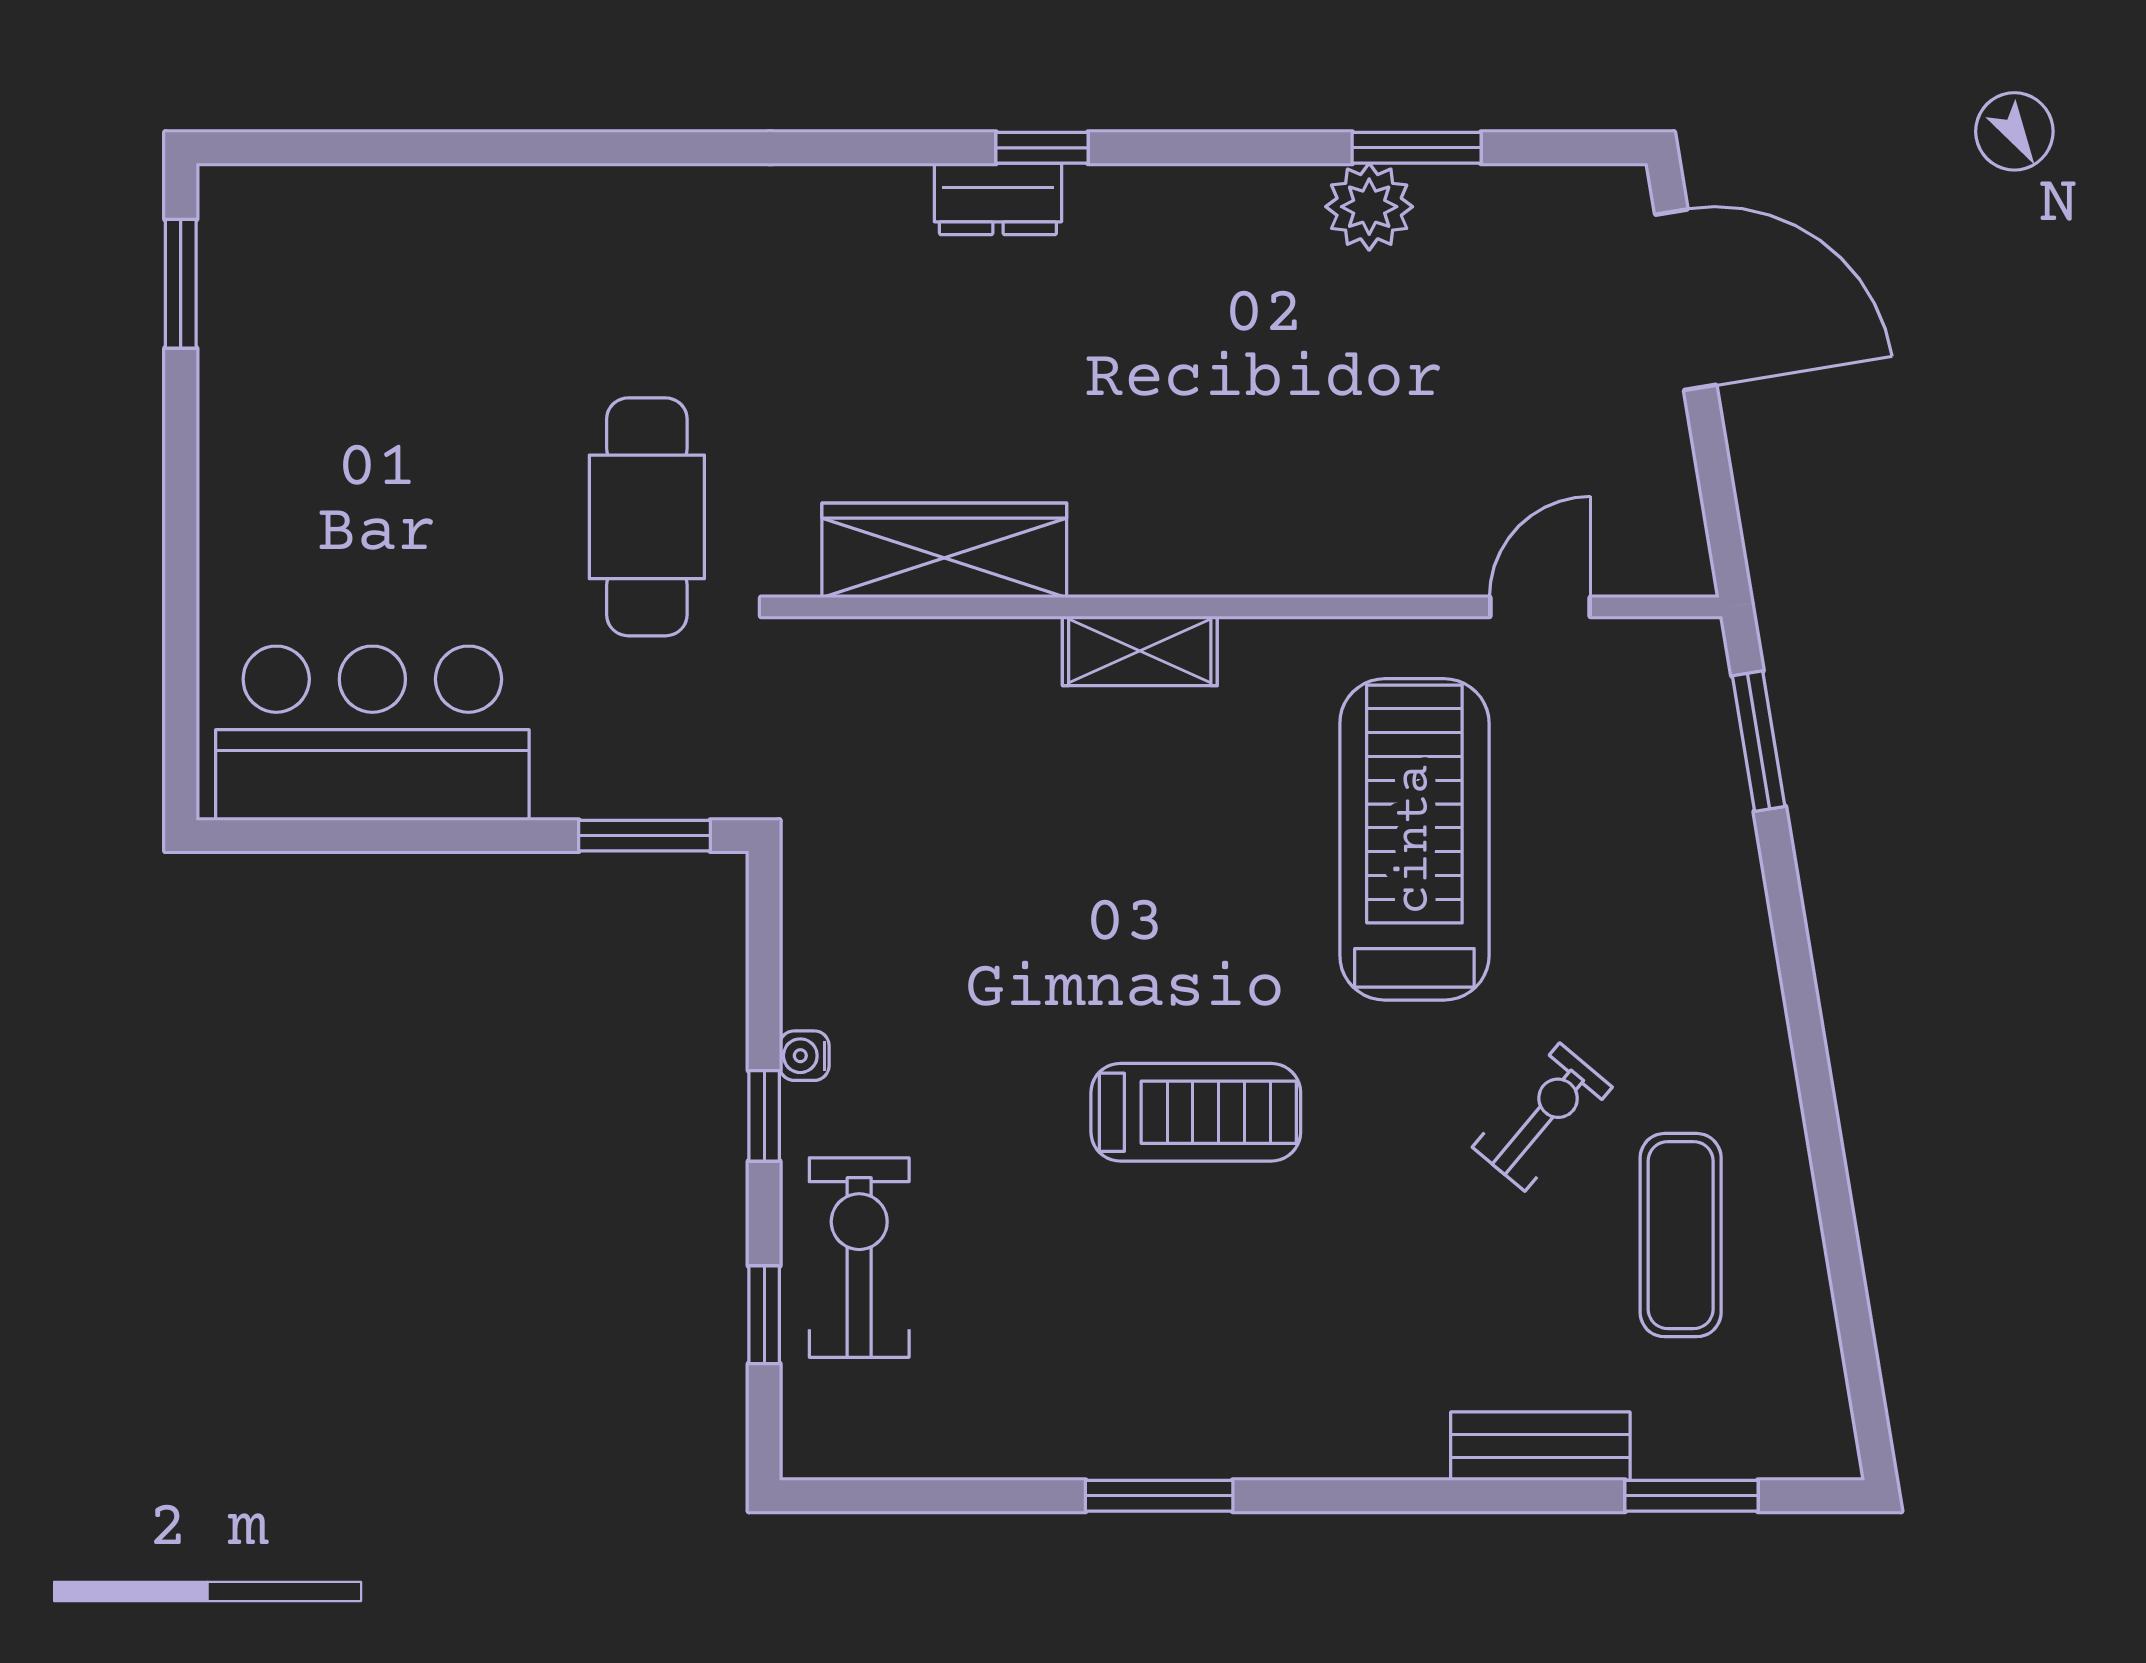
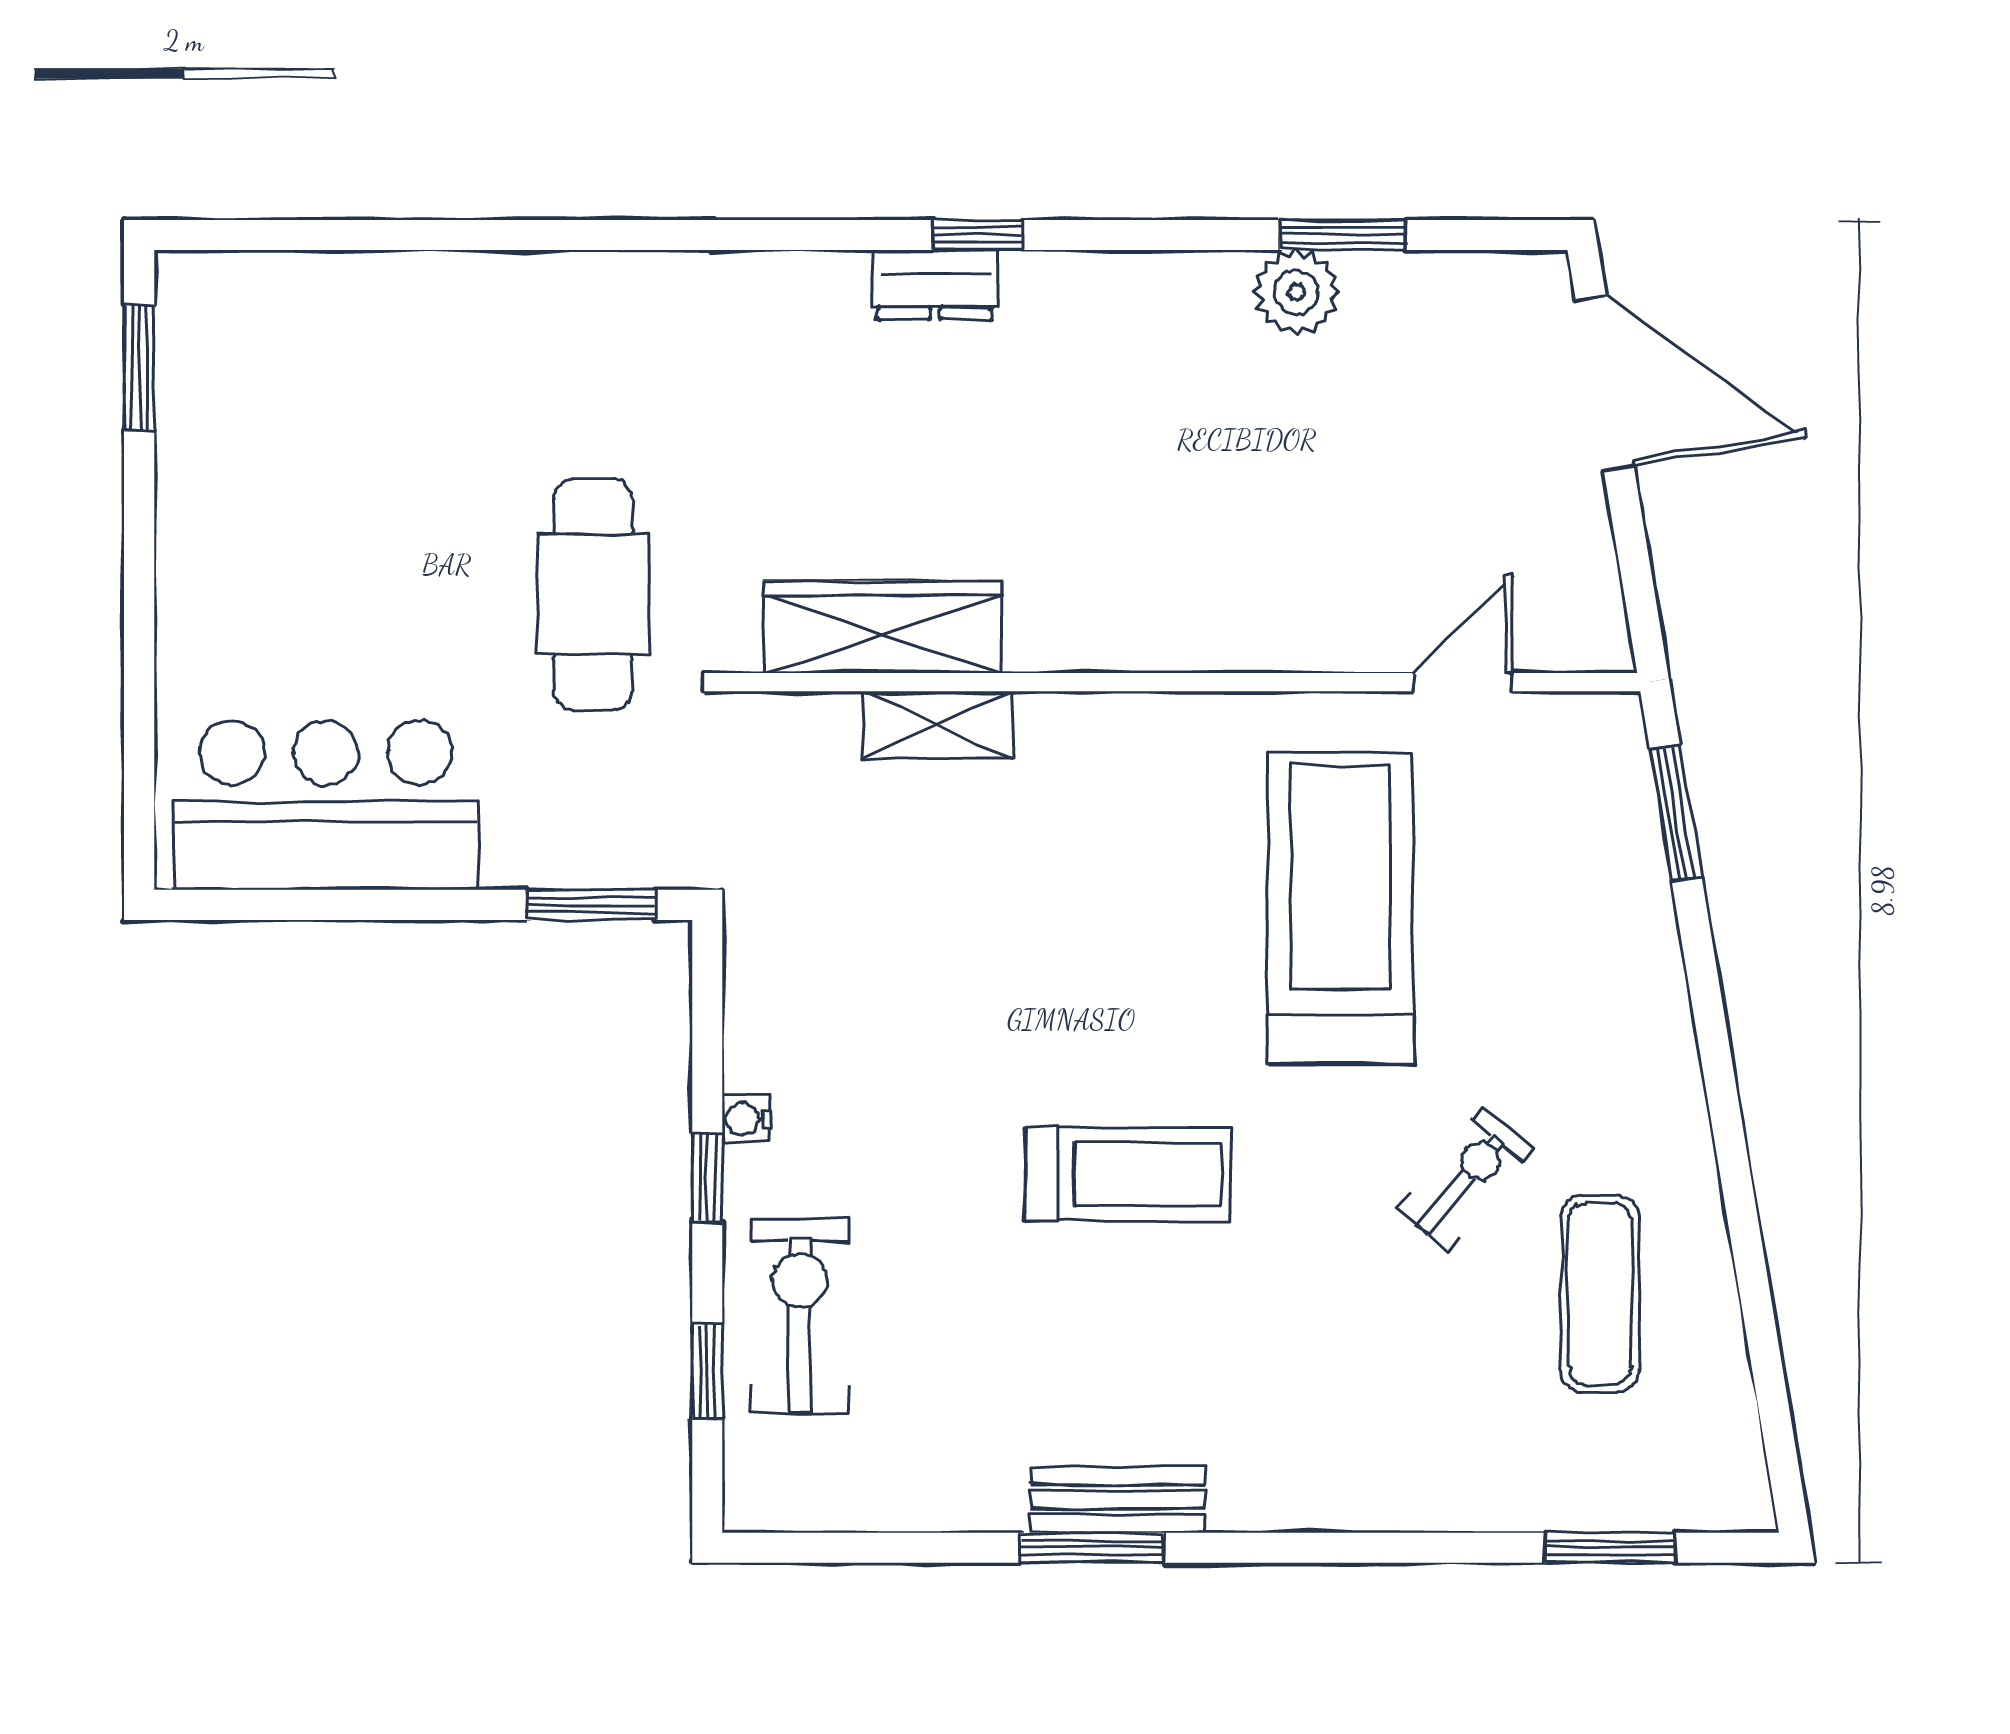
shelving: (1140, 651) -> (937, 725), moved
bench: (1540, 1446) -> (1118, 1499), moved

